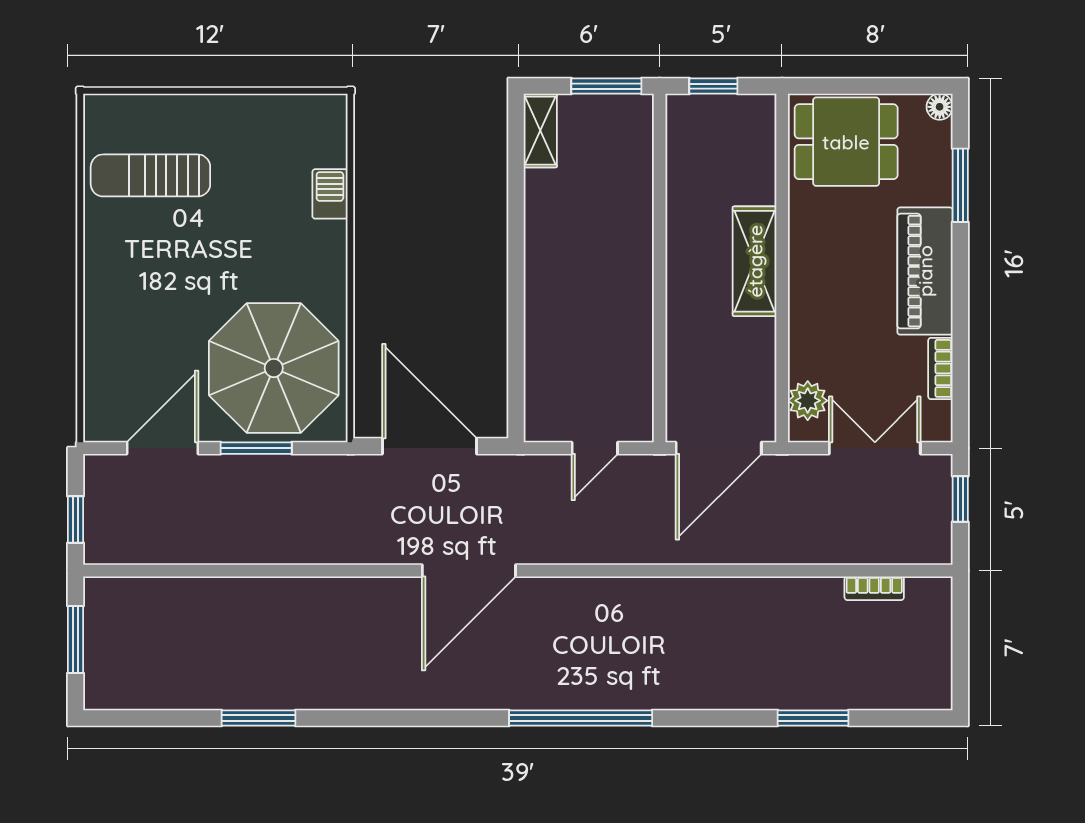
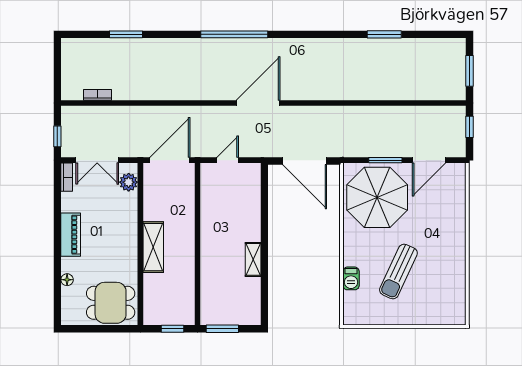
floor lamp: (940, 107) -> (67, 280), moved
shelving: (540, 131) -> (253, 259), moved
sun lounger: (150, 175) -> (398, 271), moved, turned 115
window: (960, 185) -> (57, 283), removed
piano: (925, 271) -> (71, 235), width x0.73, depth x0.75
bookcase: (940, 368) -> (67, 177), moved
door: (469, 571) -> (258, 103), moved

